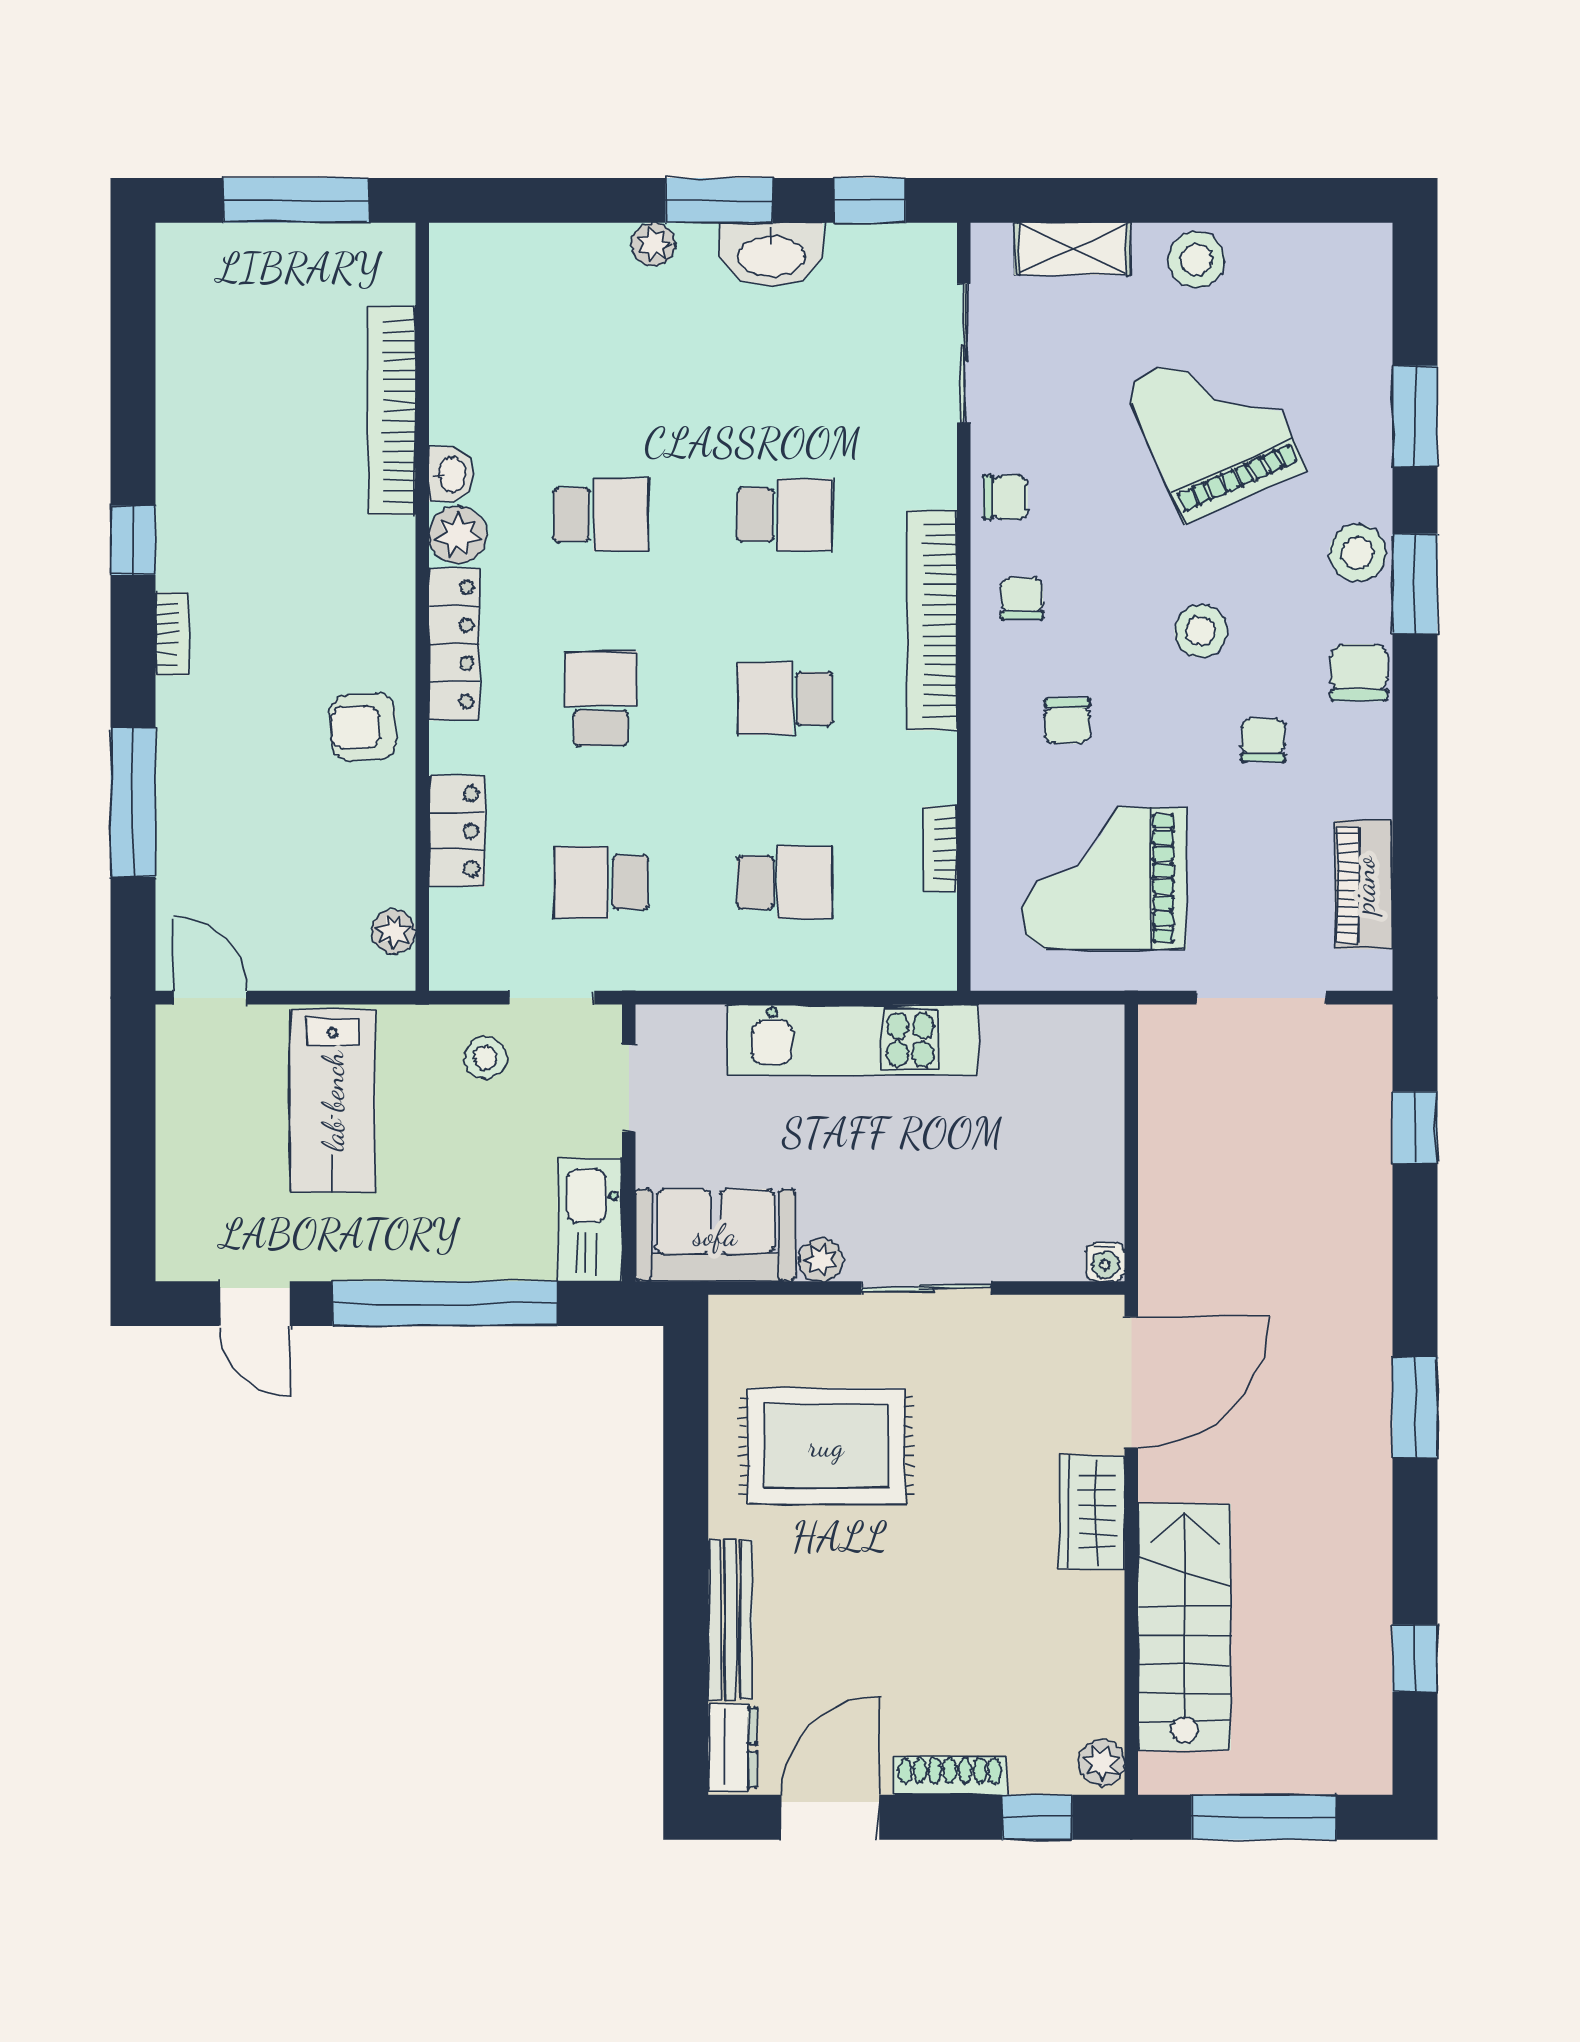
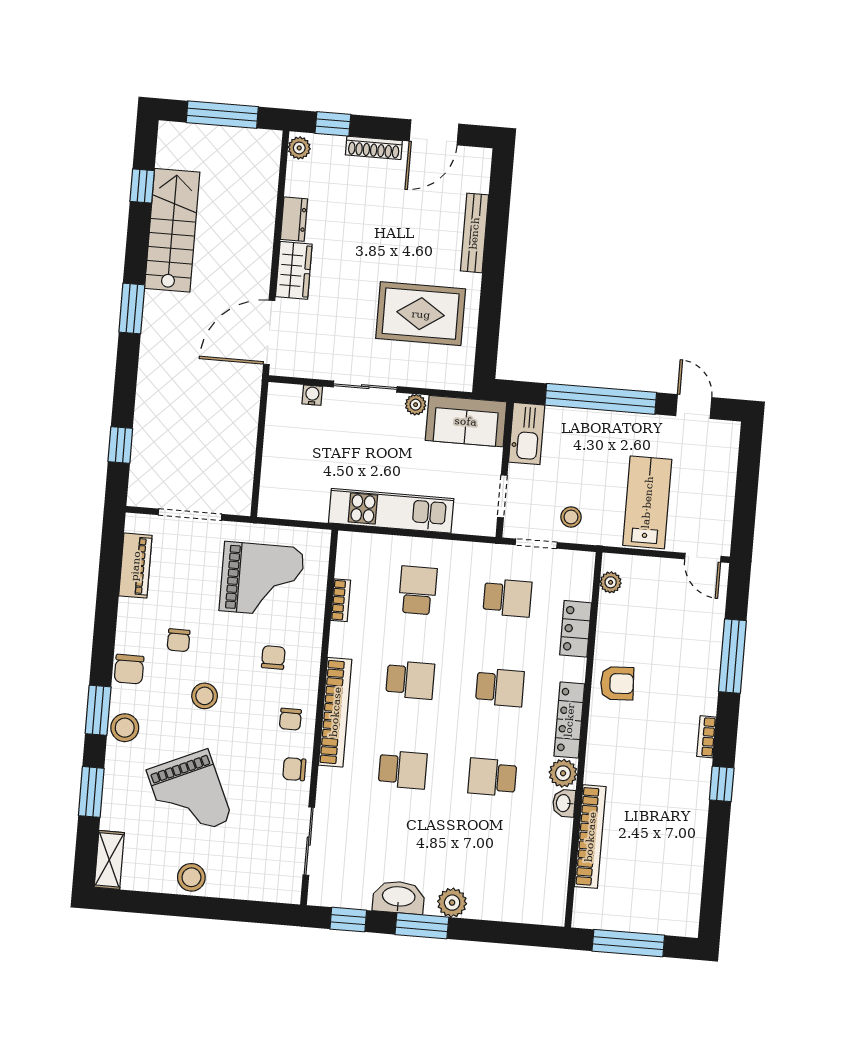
plant: (653, 245) -> (452, 903), width x1.38, depth x1.38
shelving: (1073, 249) -> (109, 860), moved, turned 90
school desk: (785, 515) -> (403, 770), turned 180
school desk: (601, 699) -> (500, 687), turned -90
school desk: (785, 882) -> (418, 590), turned 90
water cooler: (1105, 1262) -> (312, 395), moved
stairs: (1184, 1627) -> (172, 230), moved, turned 180
dresser: (732, 1747) -> (294, 219), moved, turned 180

